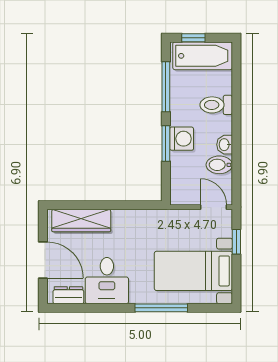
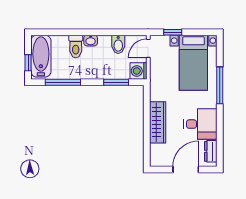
washing machine: (182, 139) -> (138, 71), moved, turned -90
window: (166, 144) -> (116, 82), moved
washbasin: (225, 145) -> (91, 41), moved
wardrobe: (81, 220) -> (158, 122), moved

